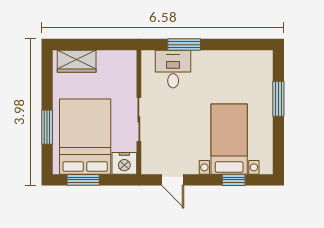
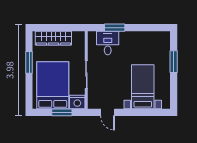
wardrobe: (77, 61) -> (53, 38), width x1.50
window: (47, 127) -> (29, 62), moved
window: (83, 180) -> (62, 112), moved
window: (234, 180) -> (146, 112), removed

